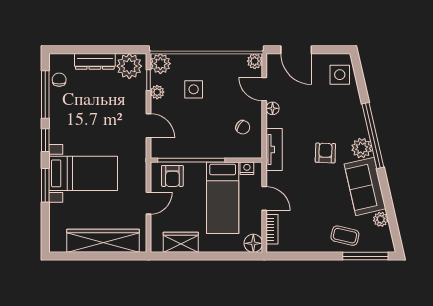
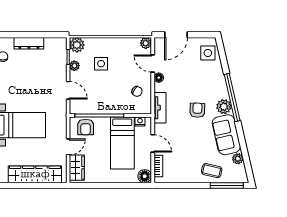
door: (296, 50) -> (176, 35), hinge flipped
plant: (129, 66) -> (54, 47), removed
wardrobe: (181, 242) -> (77, 168), moved, turned 90

